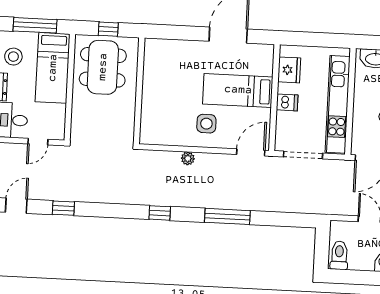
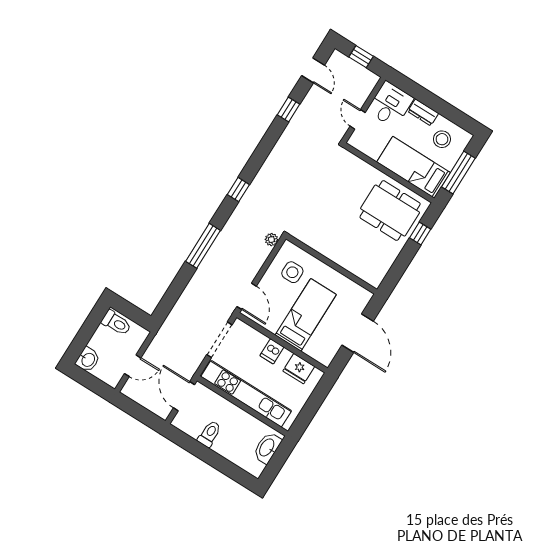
wall: (139, 91) -> (331, 264), moved

